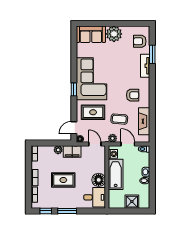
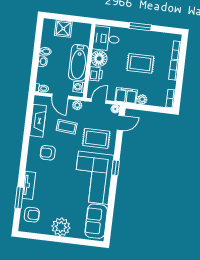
sofa: (91, 34) -> (96, 221), moved, turned -90
door: (95, 144) -> (99, 101), swing flipped
printer: (100, 167) -> (96, 74), added
window: (46, 211) -> (165, 30), removed

